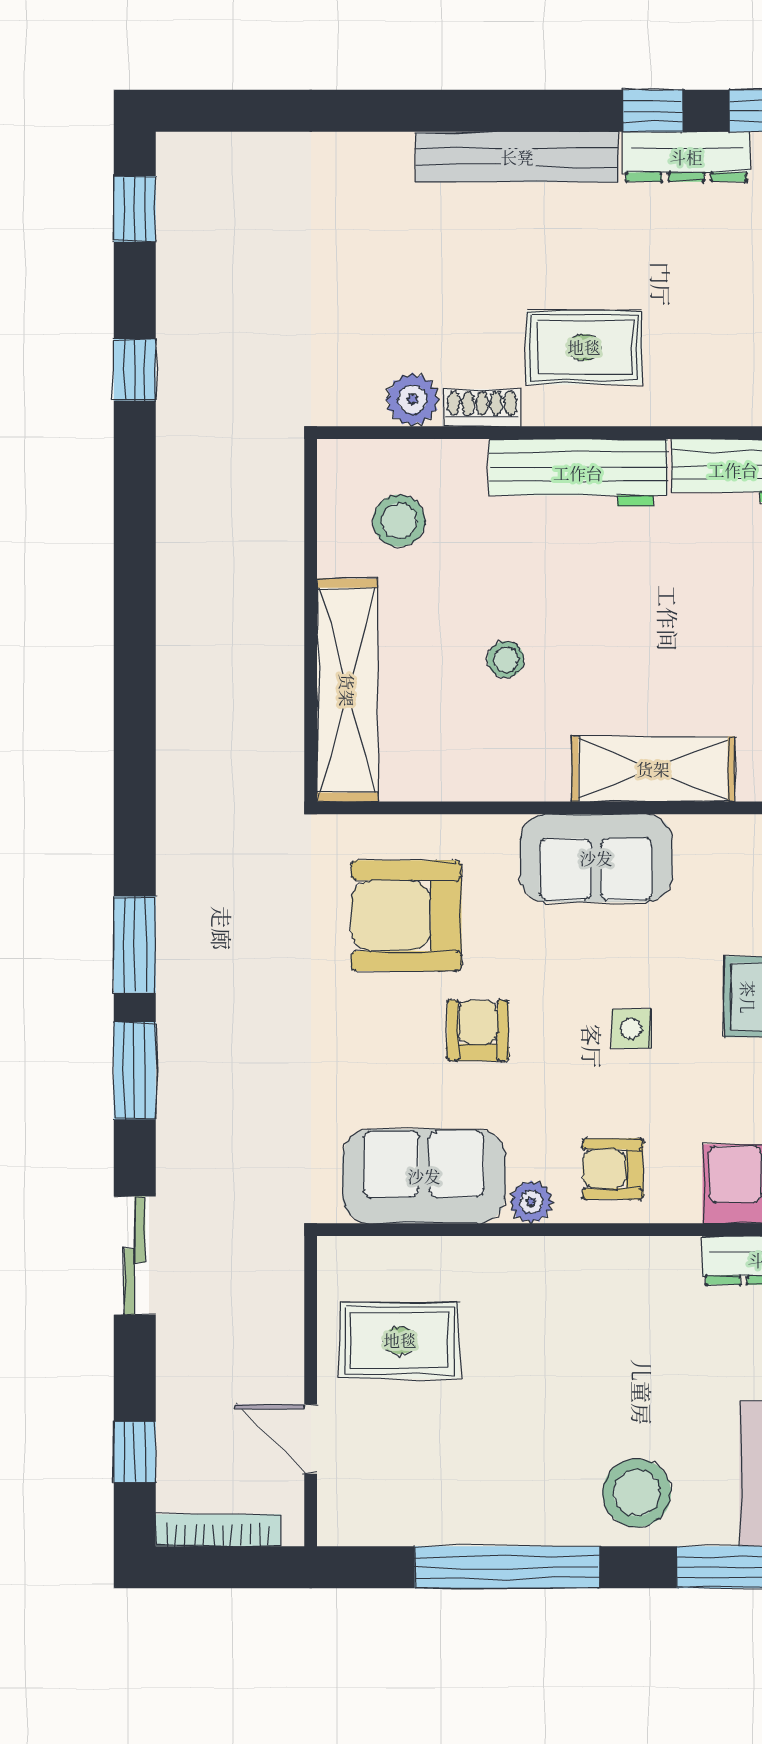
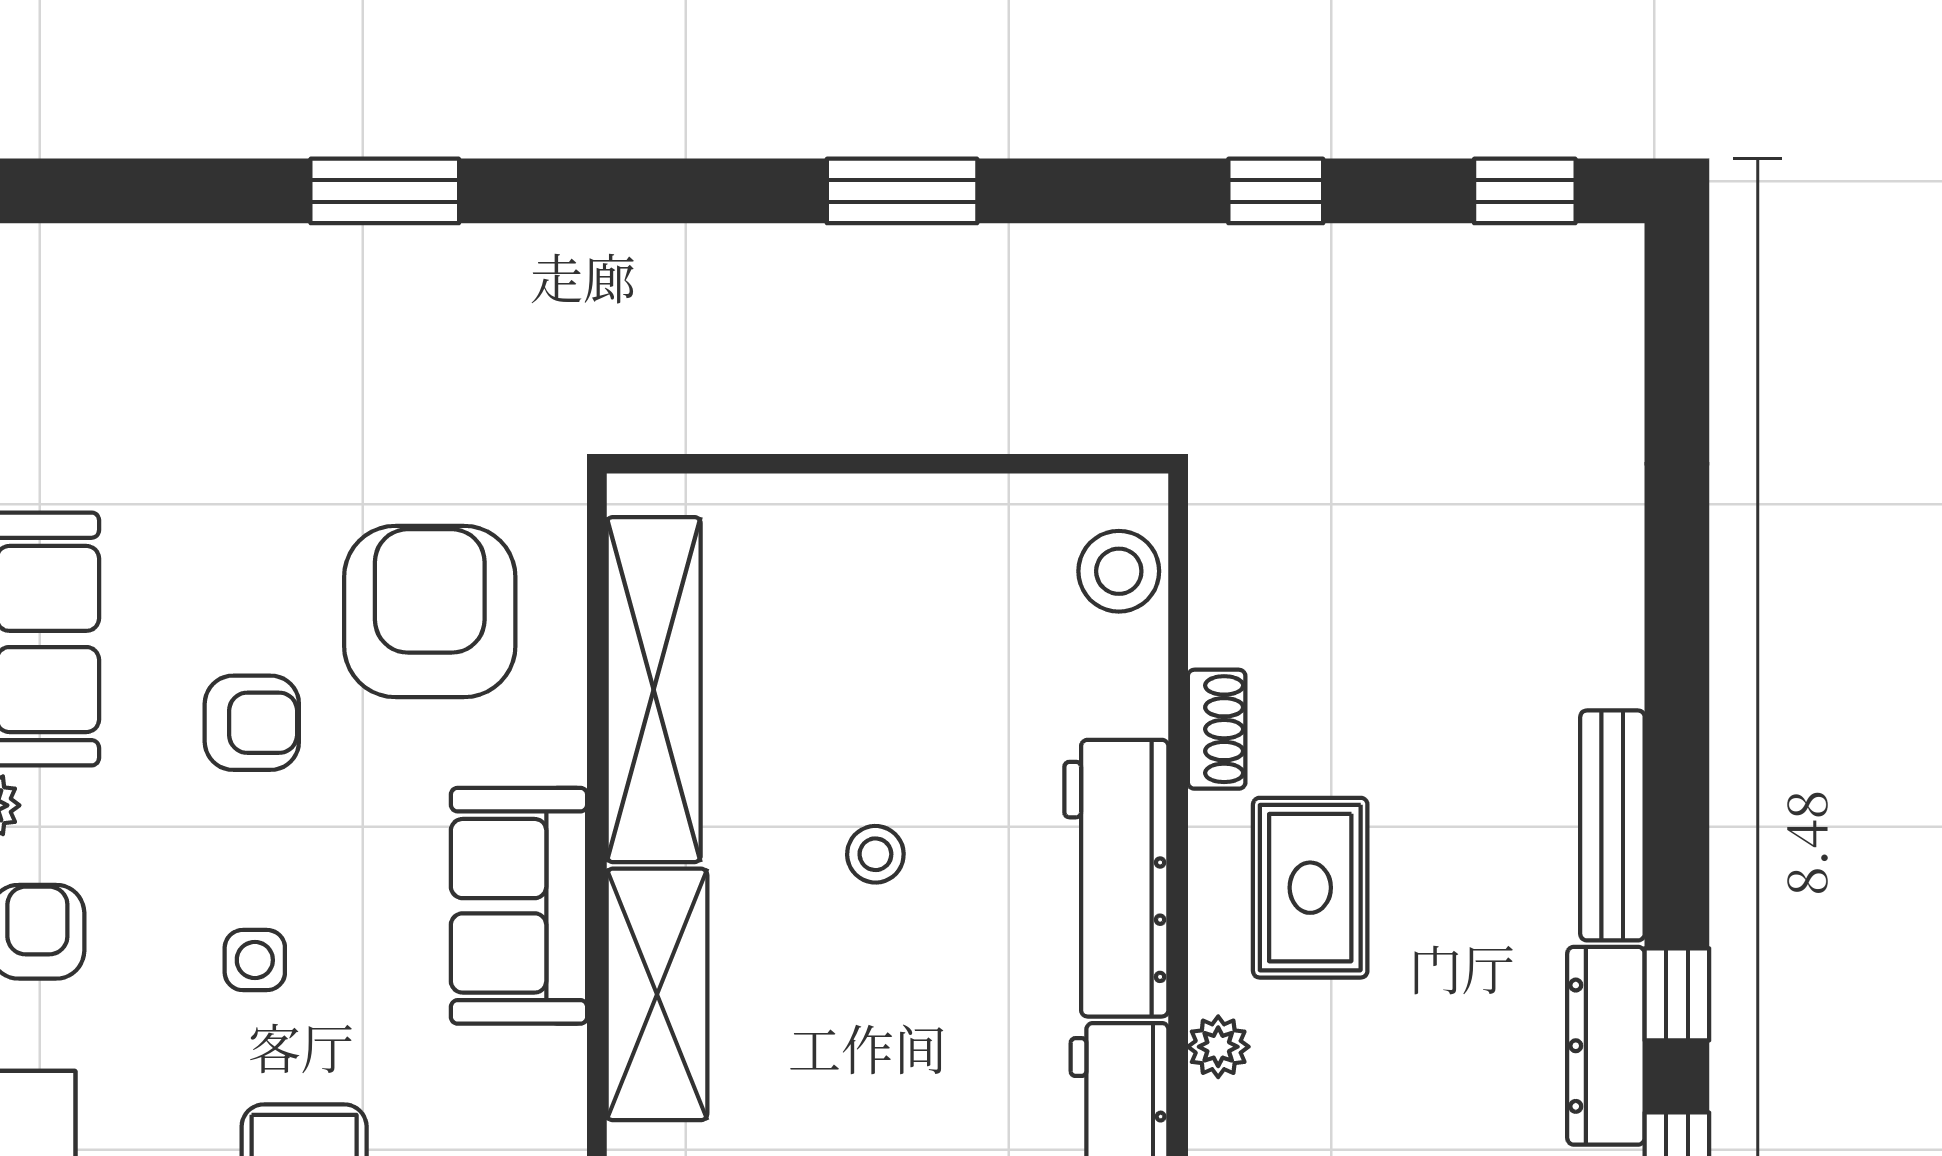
bench: (517, 157) -> (1612, 825), width x0.73, depth x0.82
plant: (412, 399) -> (1218, 1047), moved, width x0.73, depth x0.73
stool: (399, 521) -> (1119, 571), moved
stool: (506, 659) -> (875, 854), moved
shelving: (347, 690) -> (654, 690), moved, turned 90
window: (135, 1071) -> (902, 191), moved

